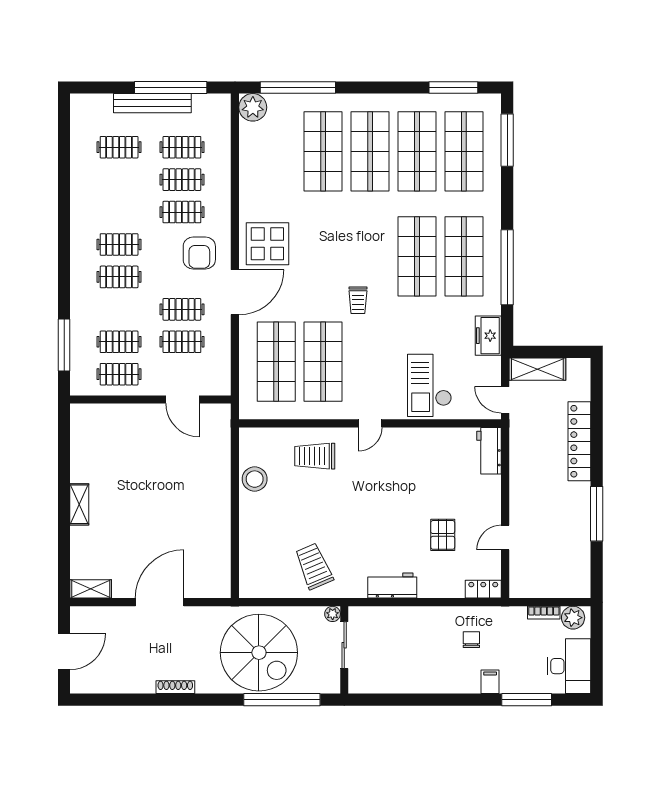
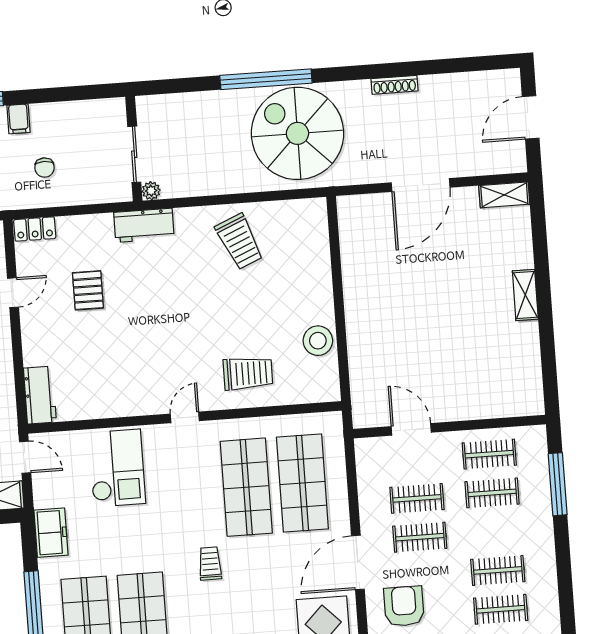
plant: (333, 614) -> (151, 191), moved
sliding door: (344, 645) -> (134, 154), moved
wall: (344, 650) -> (134, 149), moved

